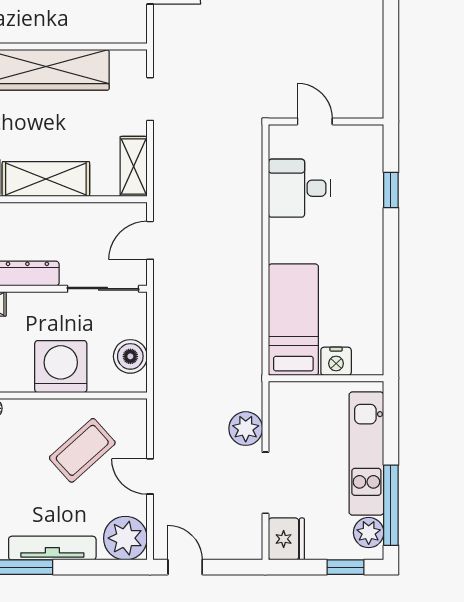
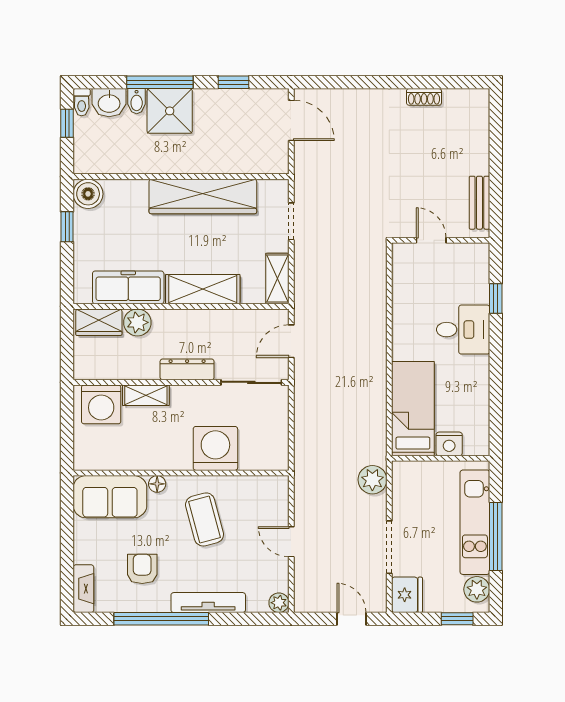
bench: (372, 77) -> (479, 203), added
desk: (300, 188) -> (463, 330), moved, turned 180
boiler: (130, 356) -> (274, 440), removed
plant: (246, 429) -> (372, 480), moved
coffee table: (82, 450) -> (205, 519), moved, turned -63
window: (391, 505) -> (496, 536), moved
plant: (125, 538) -> (279, 603), width x0.53, depth x0.53
door: (185, 567) -> (351, 619), moved

